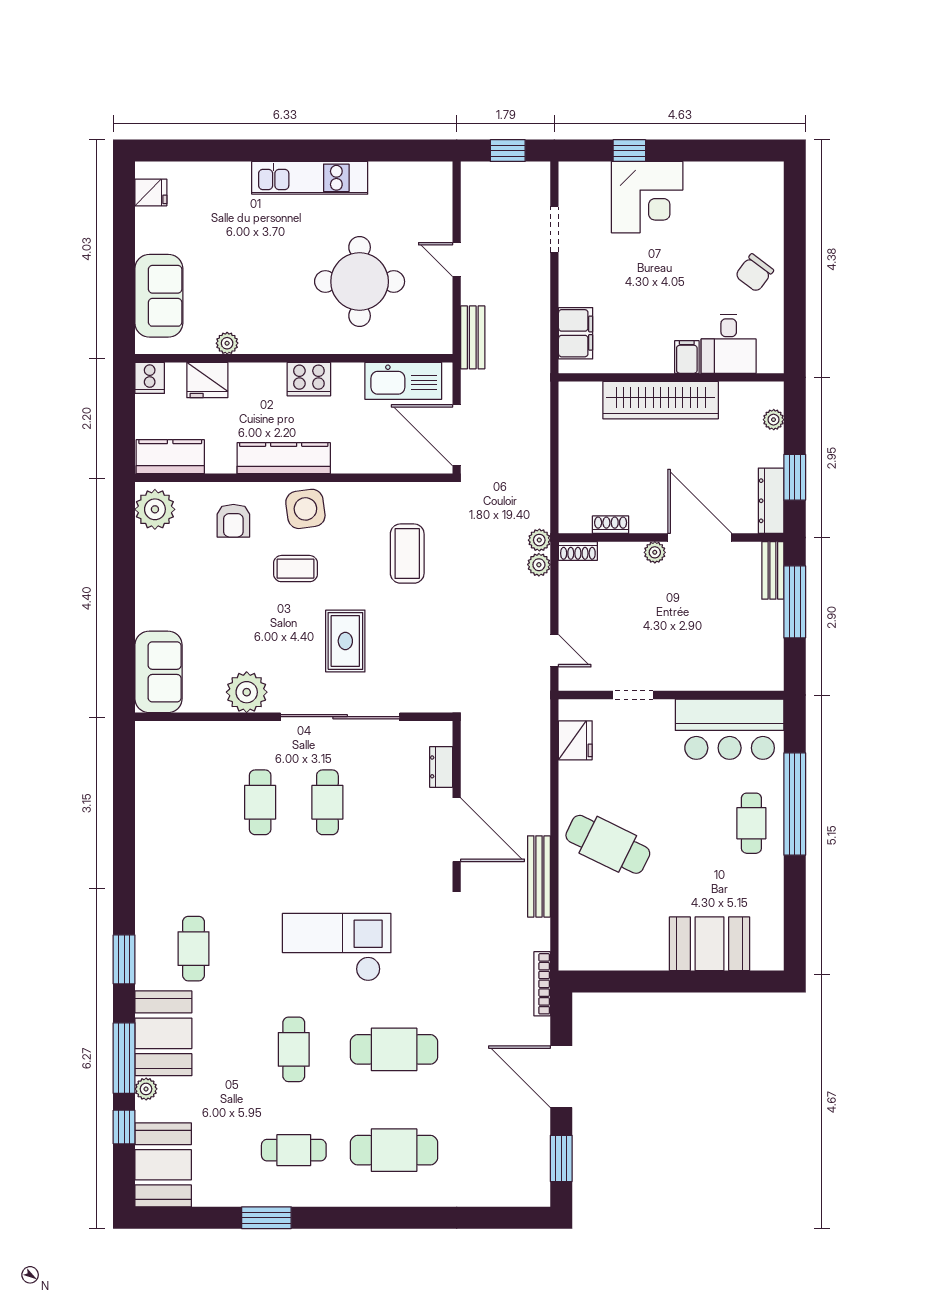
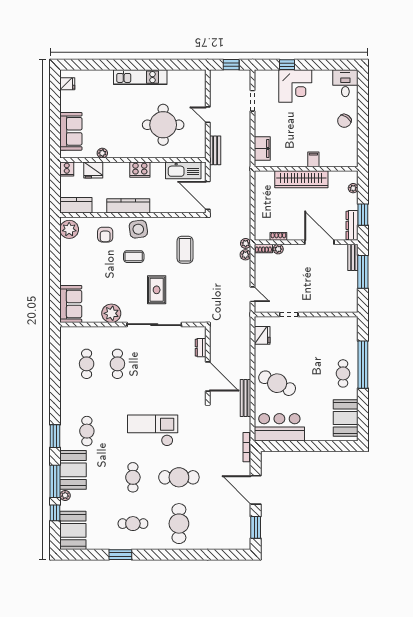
desk: (729, 344) -> (345, 83), moved, turned 180
plant: (655, 552) -> (278, 249), moved
bar counter: (730, 729) -> (279, 427), moved, turned 180
cafe table: (327, 802) -> (87, 364), moved
booth: (710, 944) -> (346, 418), moved, turned 90
cafe table: (394, 1150) -> (179, 524), turned 90

